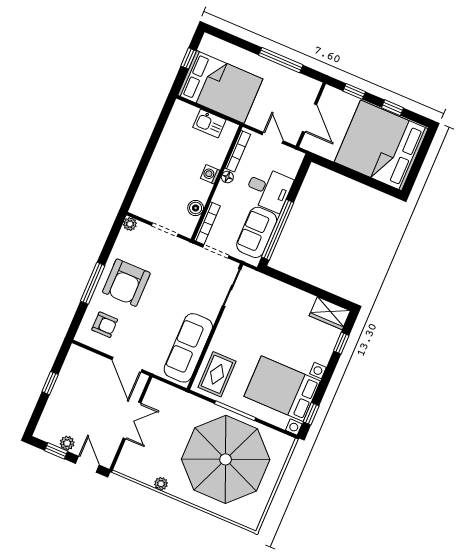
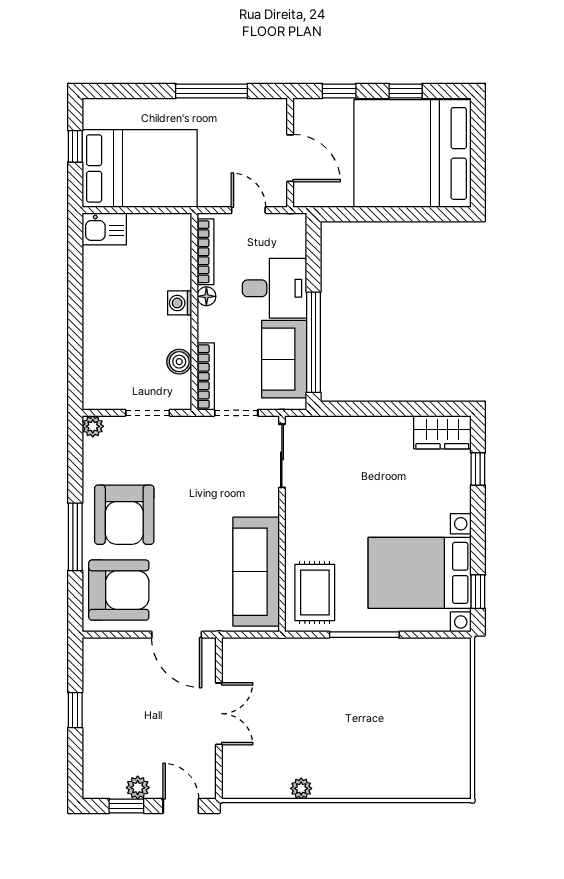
kitchen sink: (209, 124) -> (104, 229), moved
armchair: (105, 325) -> (119, 590), width x1.88, depth x1.88
parasol: (226, 459) -> (381, 712), removed

